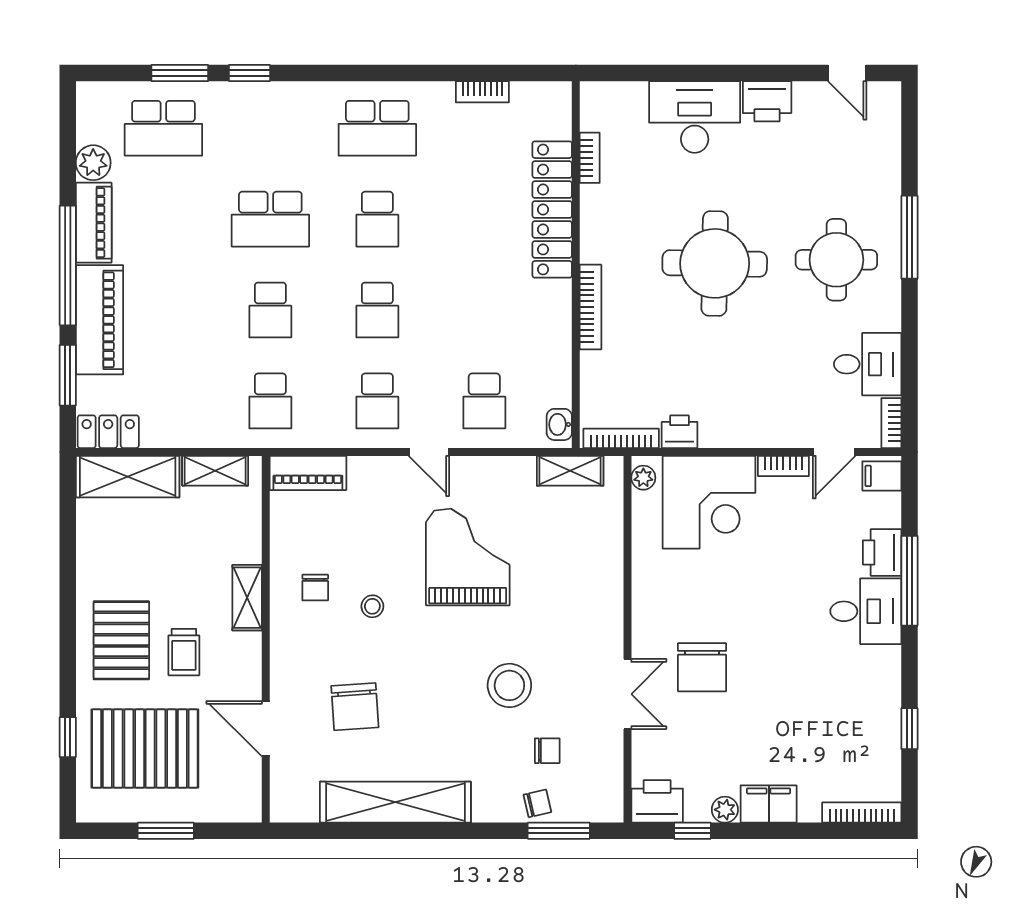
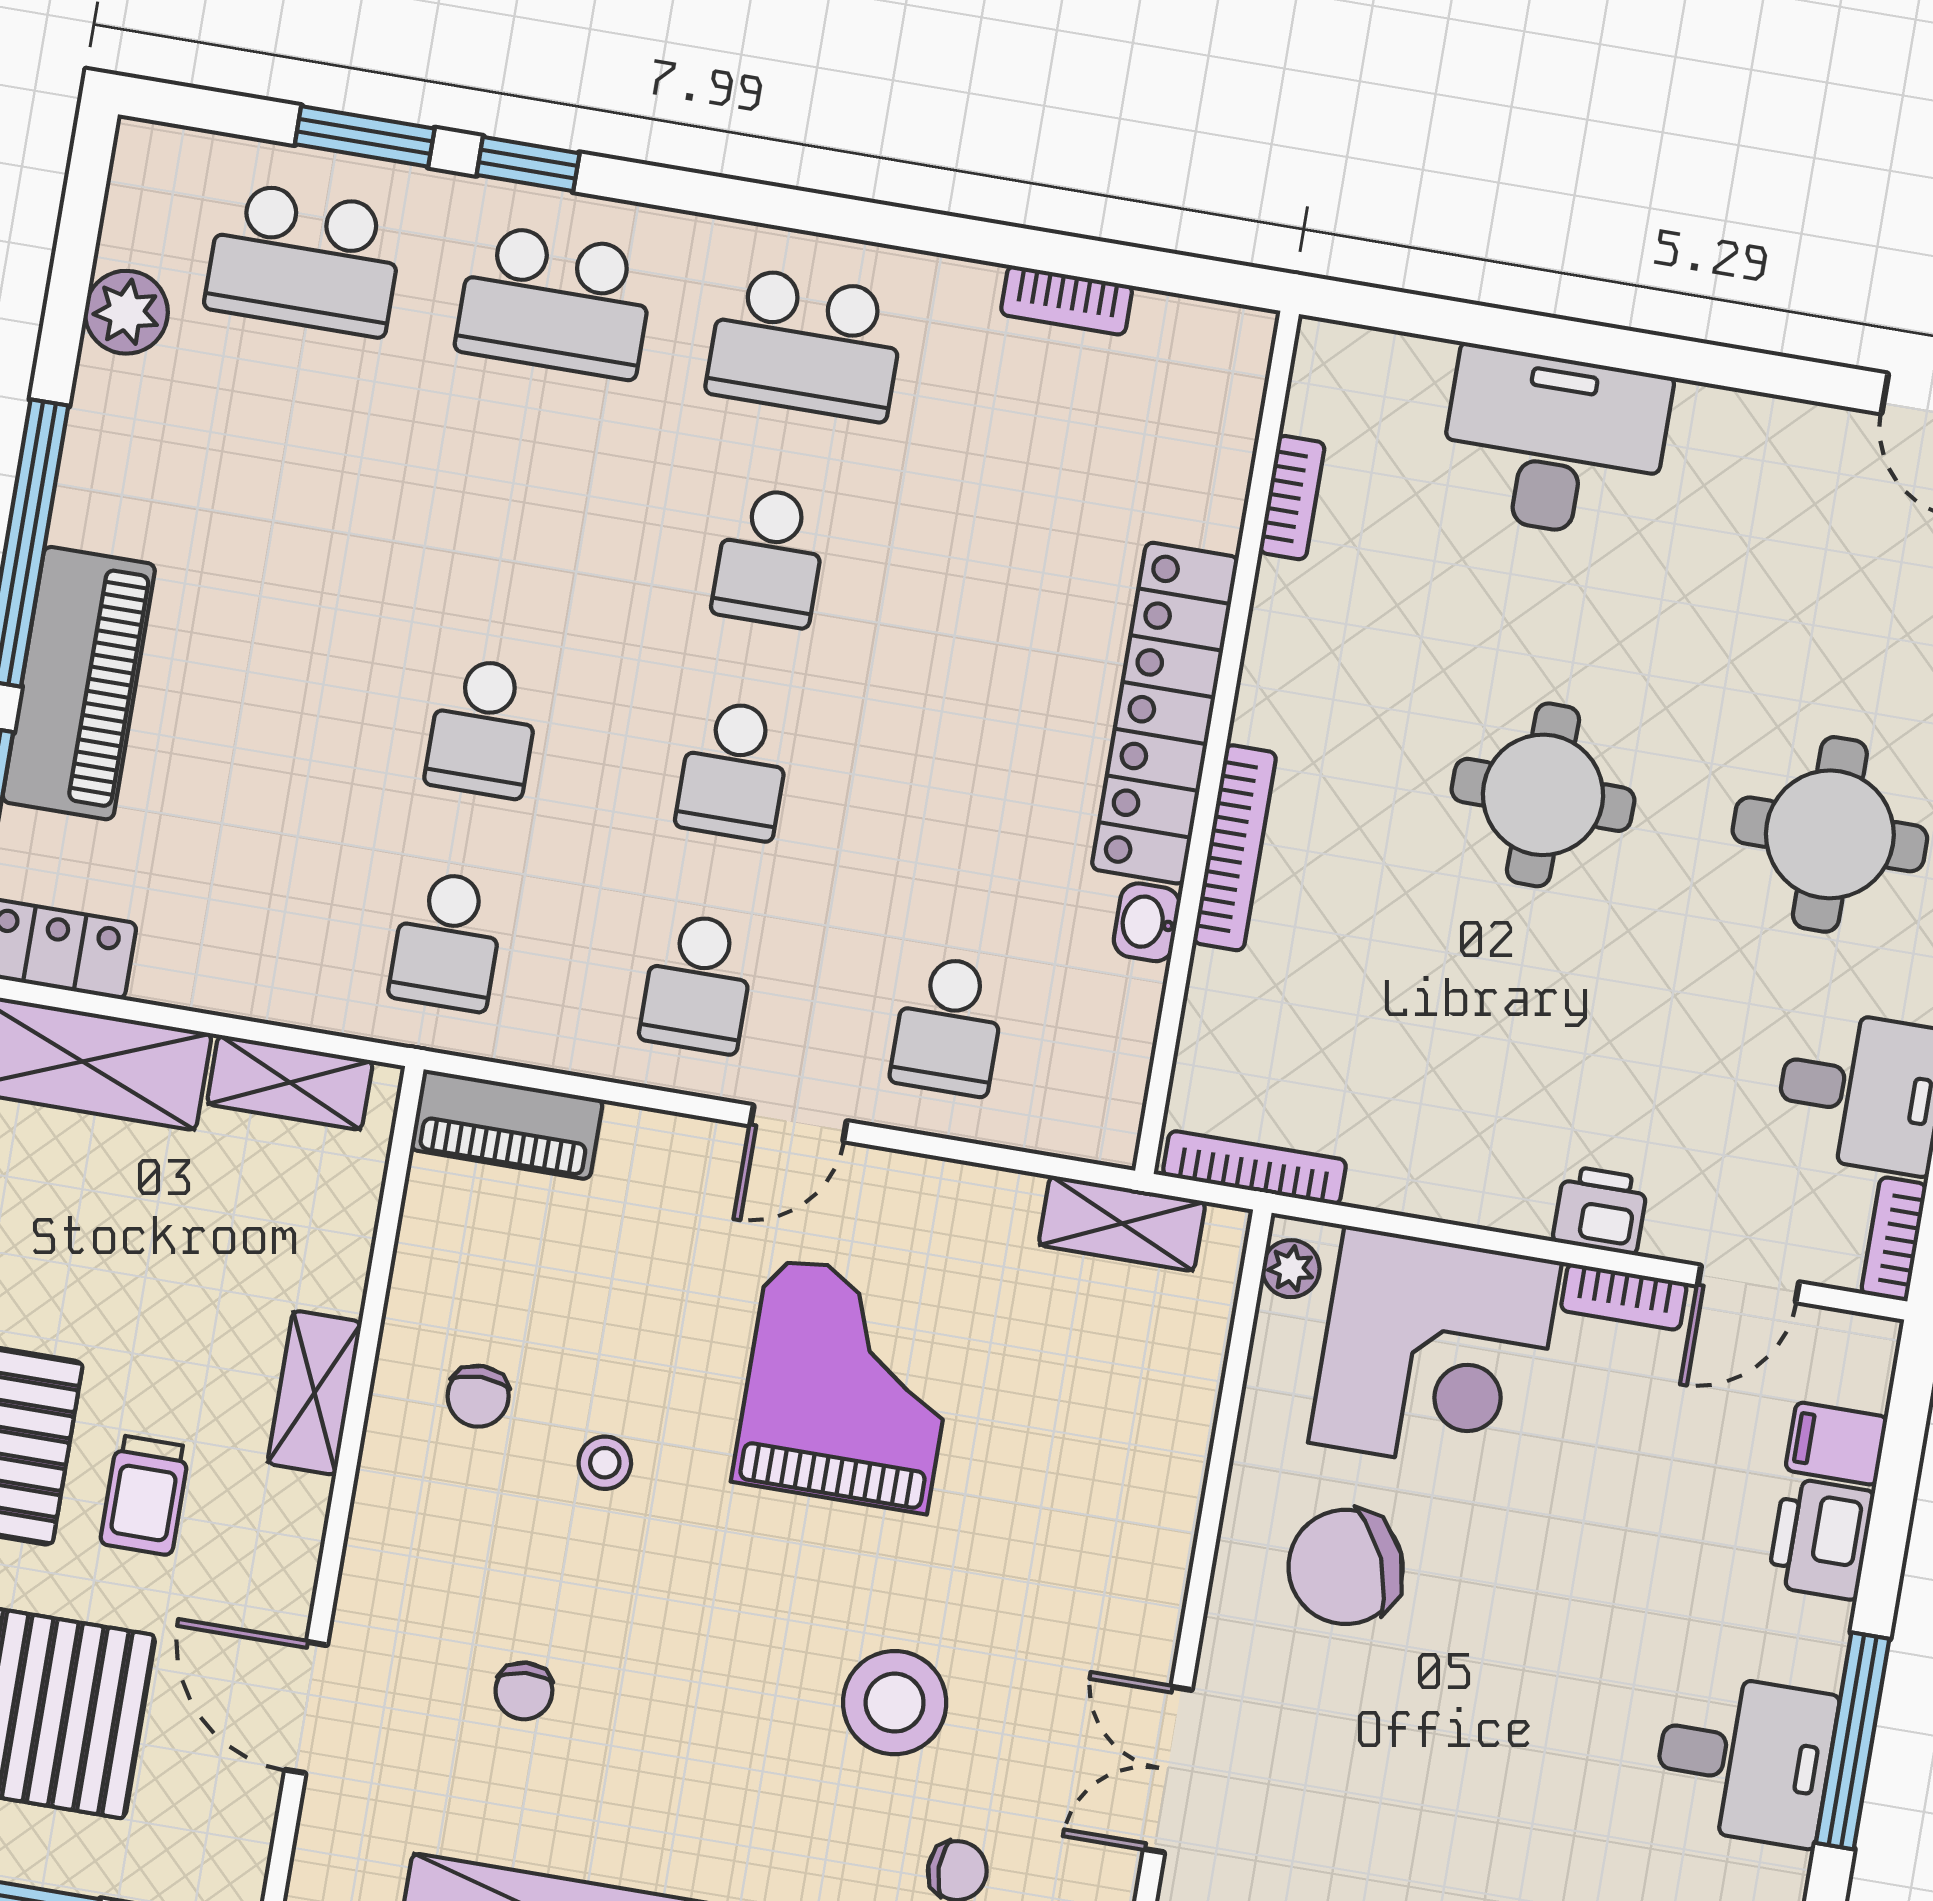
printer: (767, 101) -> (1730, 435), removed
locker: (552, 210) -> (1165, 713), moved
school desk: (270, 219) -> (555, 302), moved
piano: (94, 223) -> (104, 453), removed
round table: (715, 263) -> (1543, 795), width x0.73, depth x0.73
washbasin: (559, 424) -> (1147, 922), moved
printer: (680, 432) -> (1600, 1210), moved
door: (429, 452) -> (798, 1123), hinge flipped
filing cabinet: (882, 476) -> (1836, 1444), moved
window: (909, 581) -> (1853, 1741), moved
desk: (866, 611) -> (1744, 1759), moved
chair: (702, 667) -> (1346, 1567), moved, turned 67
double door: (627, 694) -> (1168, 1769), swing flipped
chair: (355, 707) -> (524, 1691), width x0.54, depth x0.54

